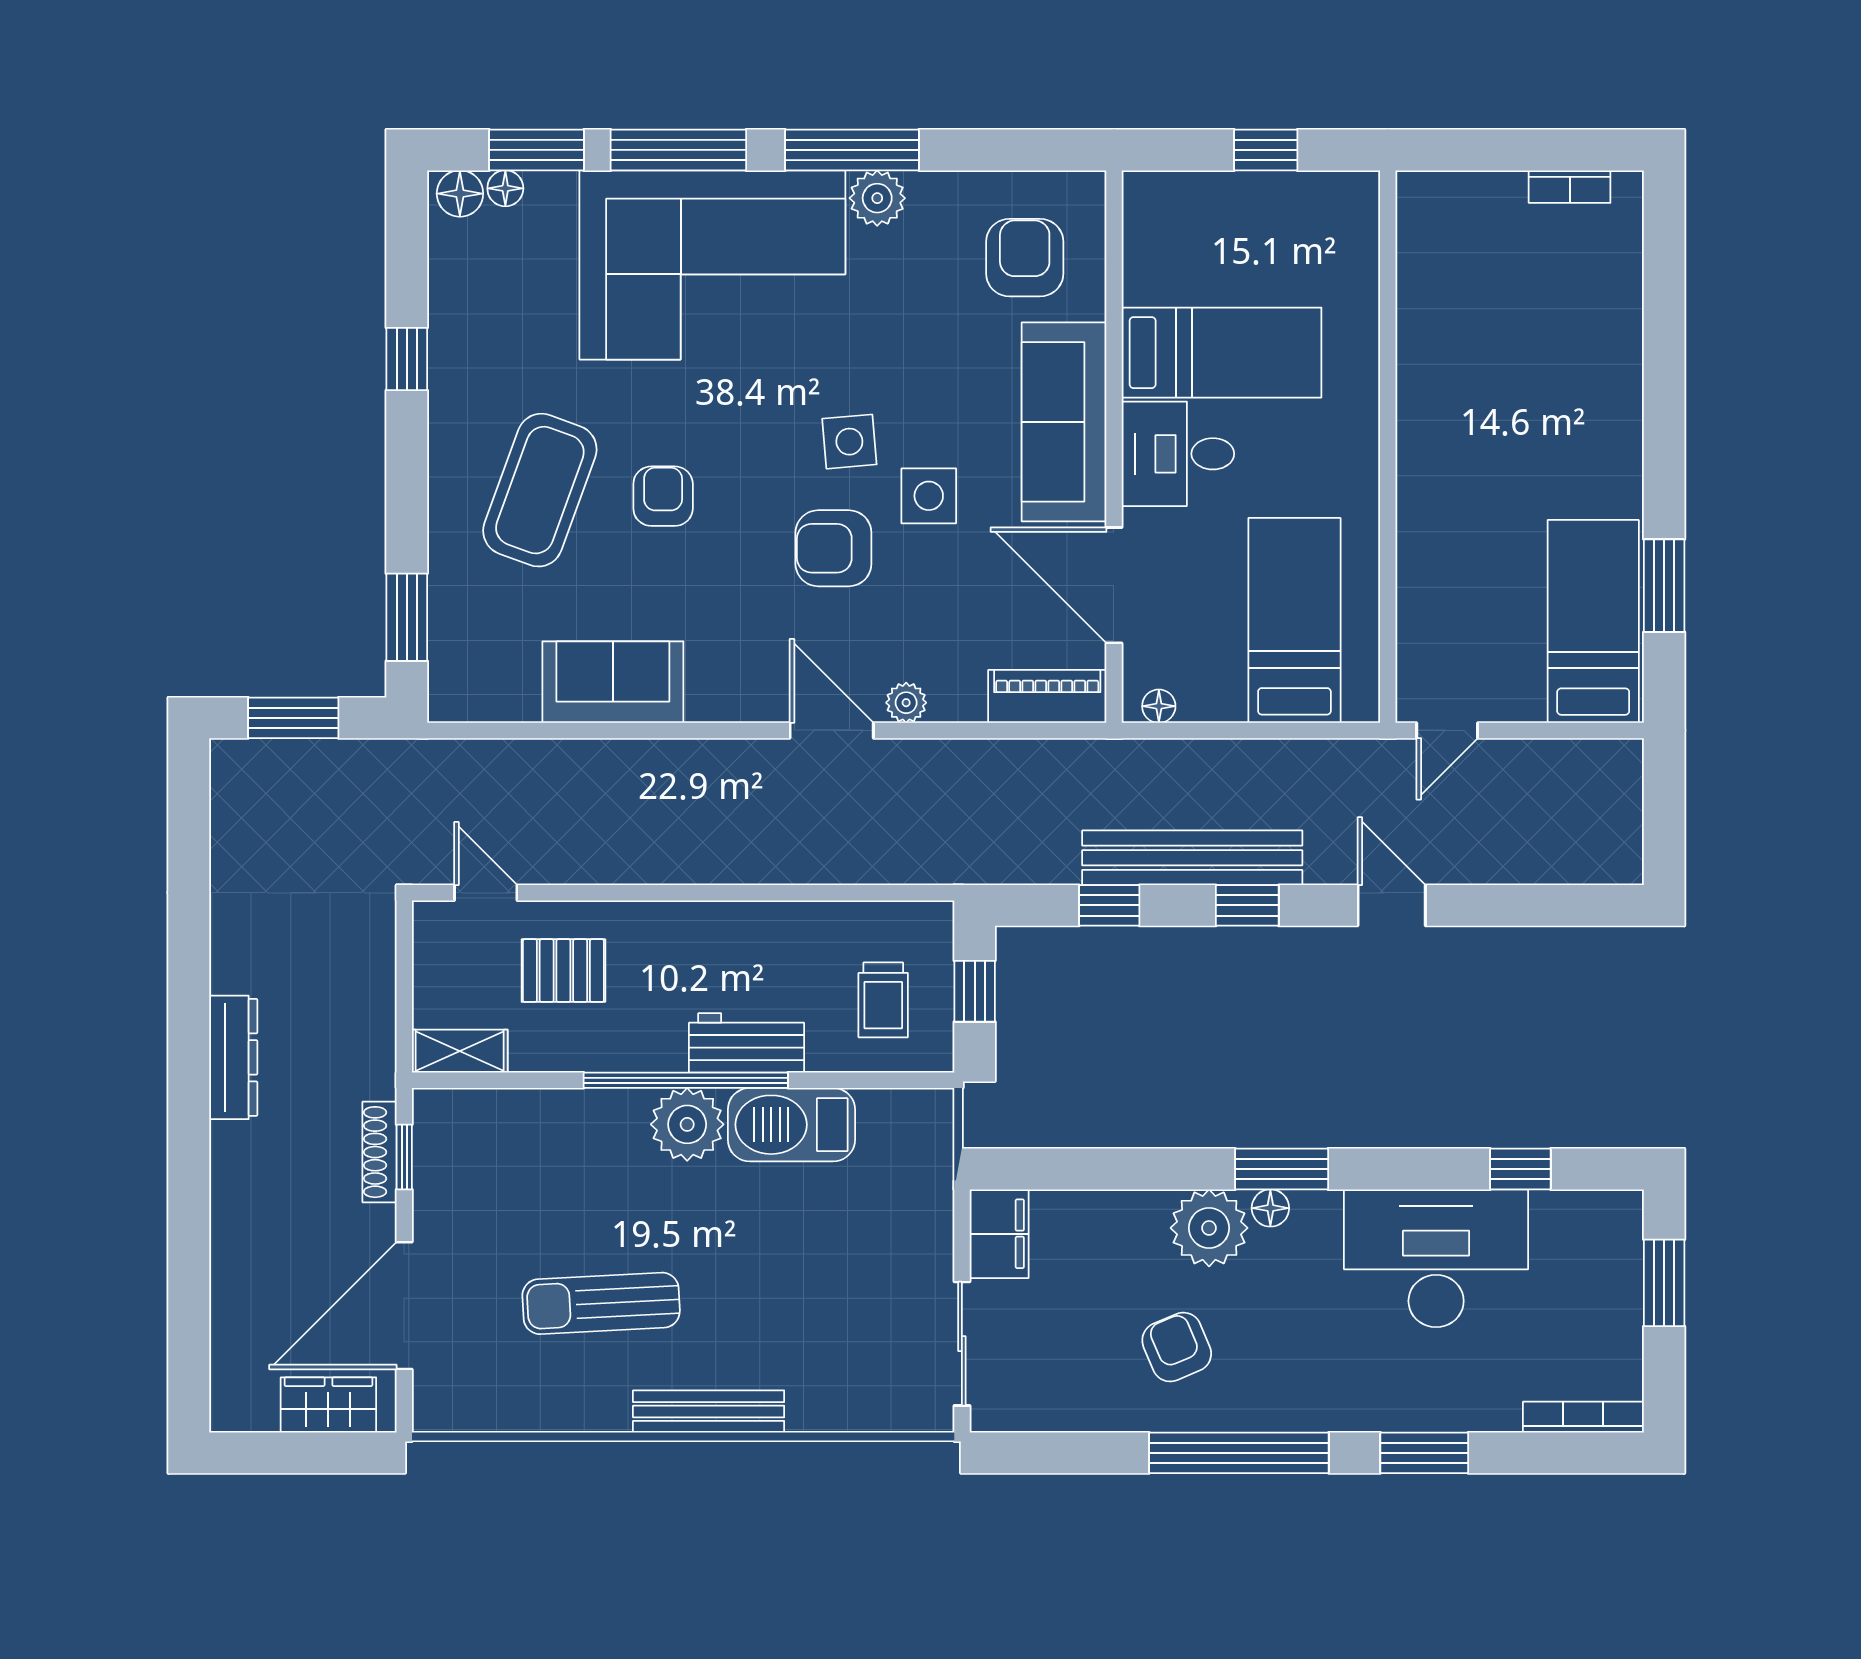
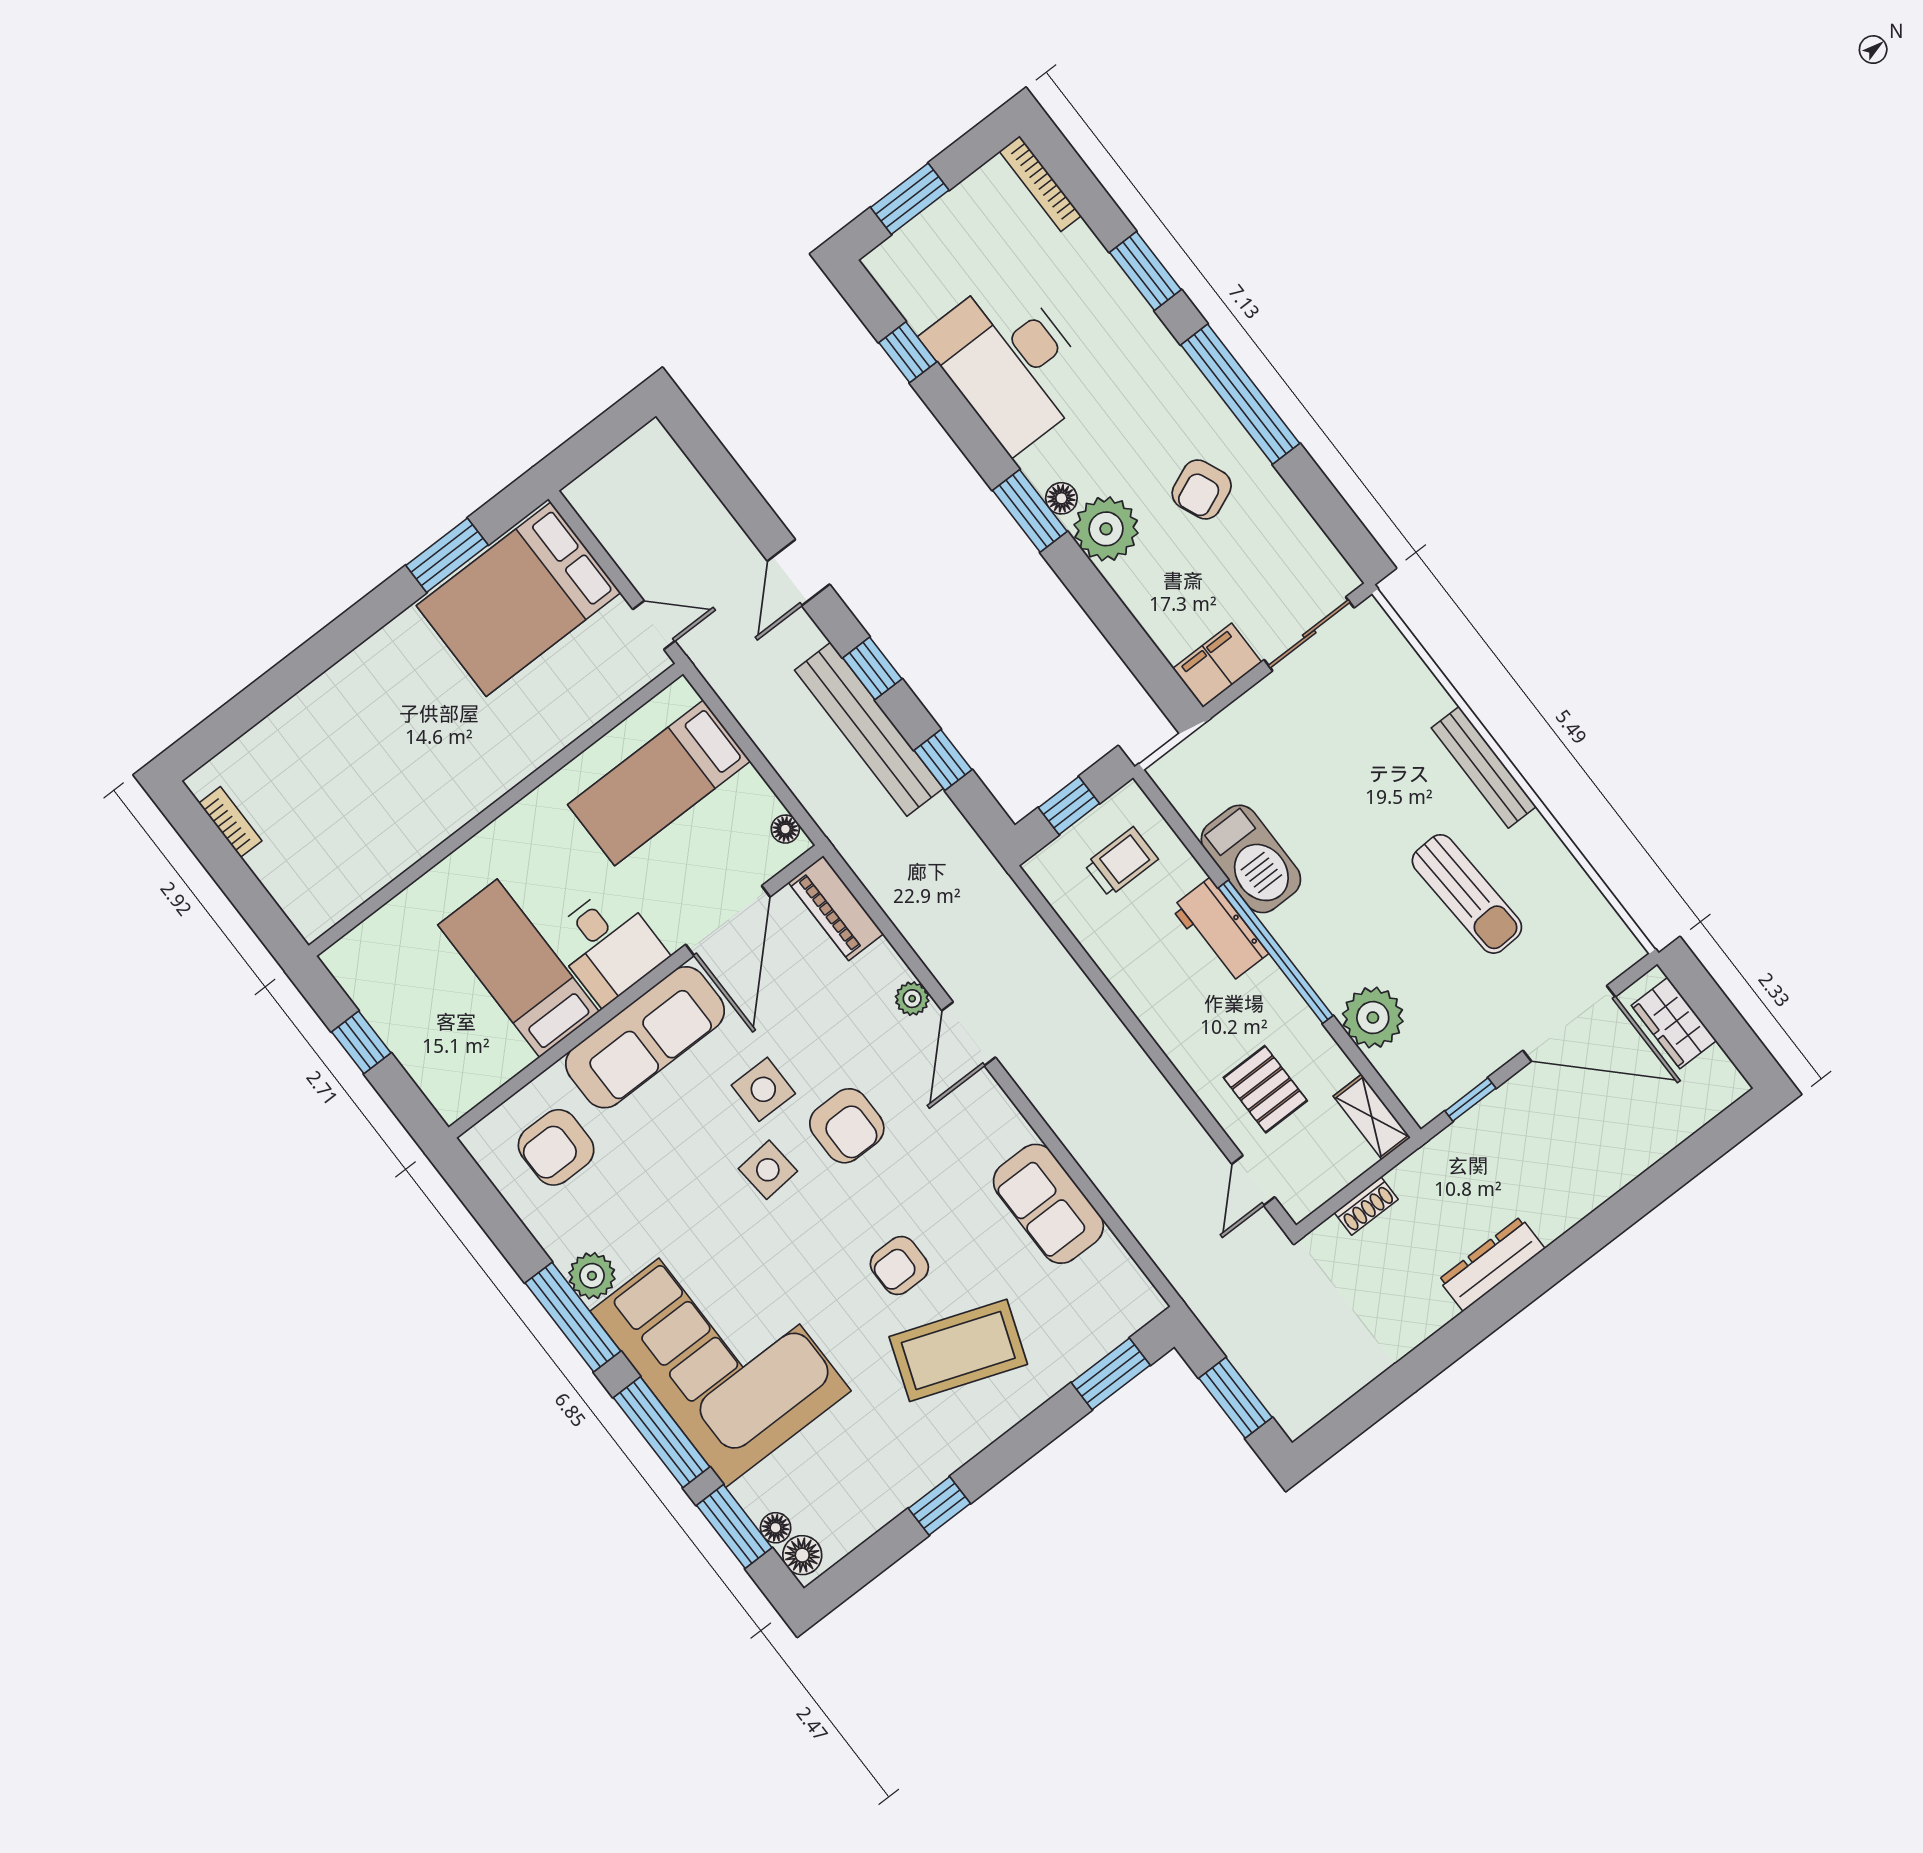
bed: (1593, 621) -> (519, 599), width x1.50
plant: (687, 1124) -> (1373, 1018), moved
shoe rack: (379, 1152) -> (1366, 1206), moved, width x0.70

